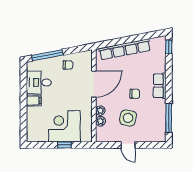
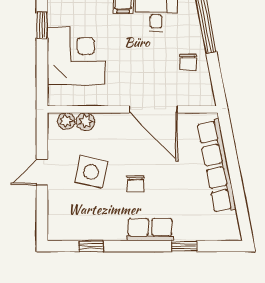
window: (169, 47) -> (184, 246), moved
plant: (100, 111) -> (66, 121), moved
window: (169, 118) -> (91, 246), width x0.46
window: (64, 145) -> (42, 25), moved

